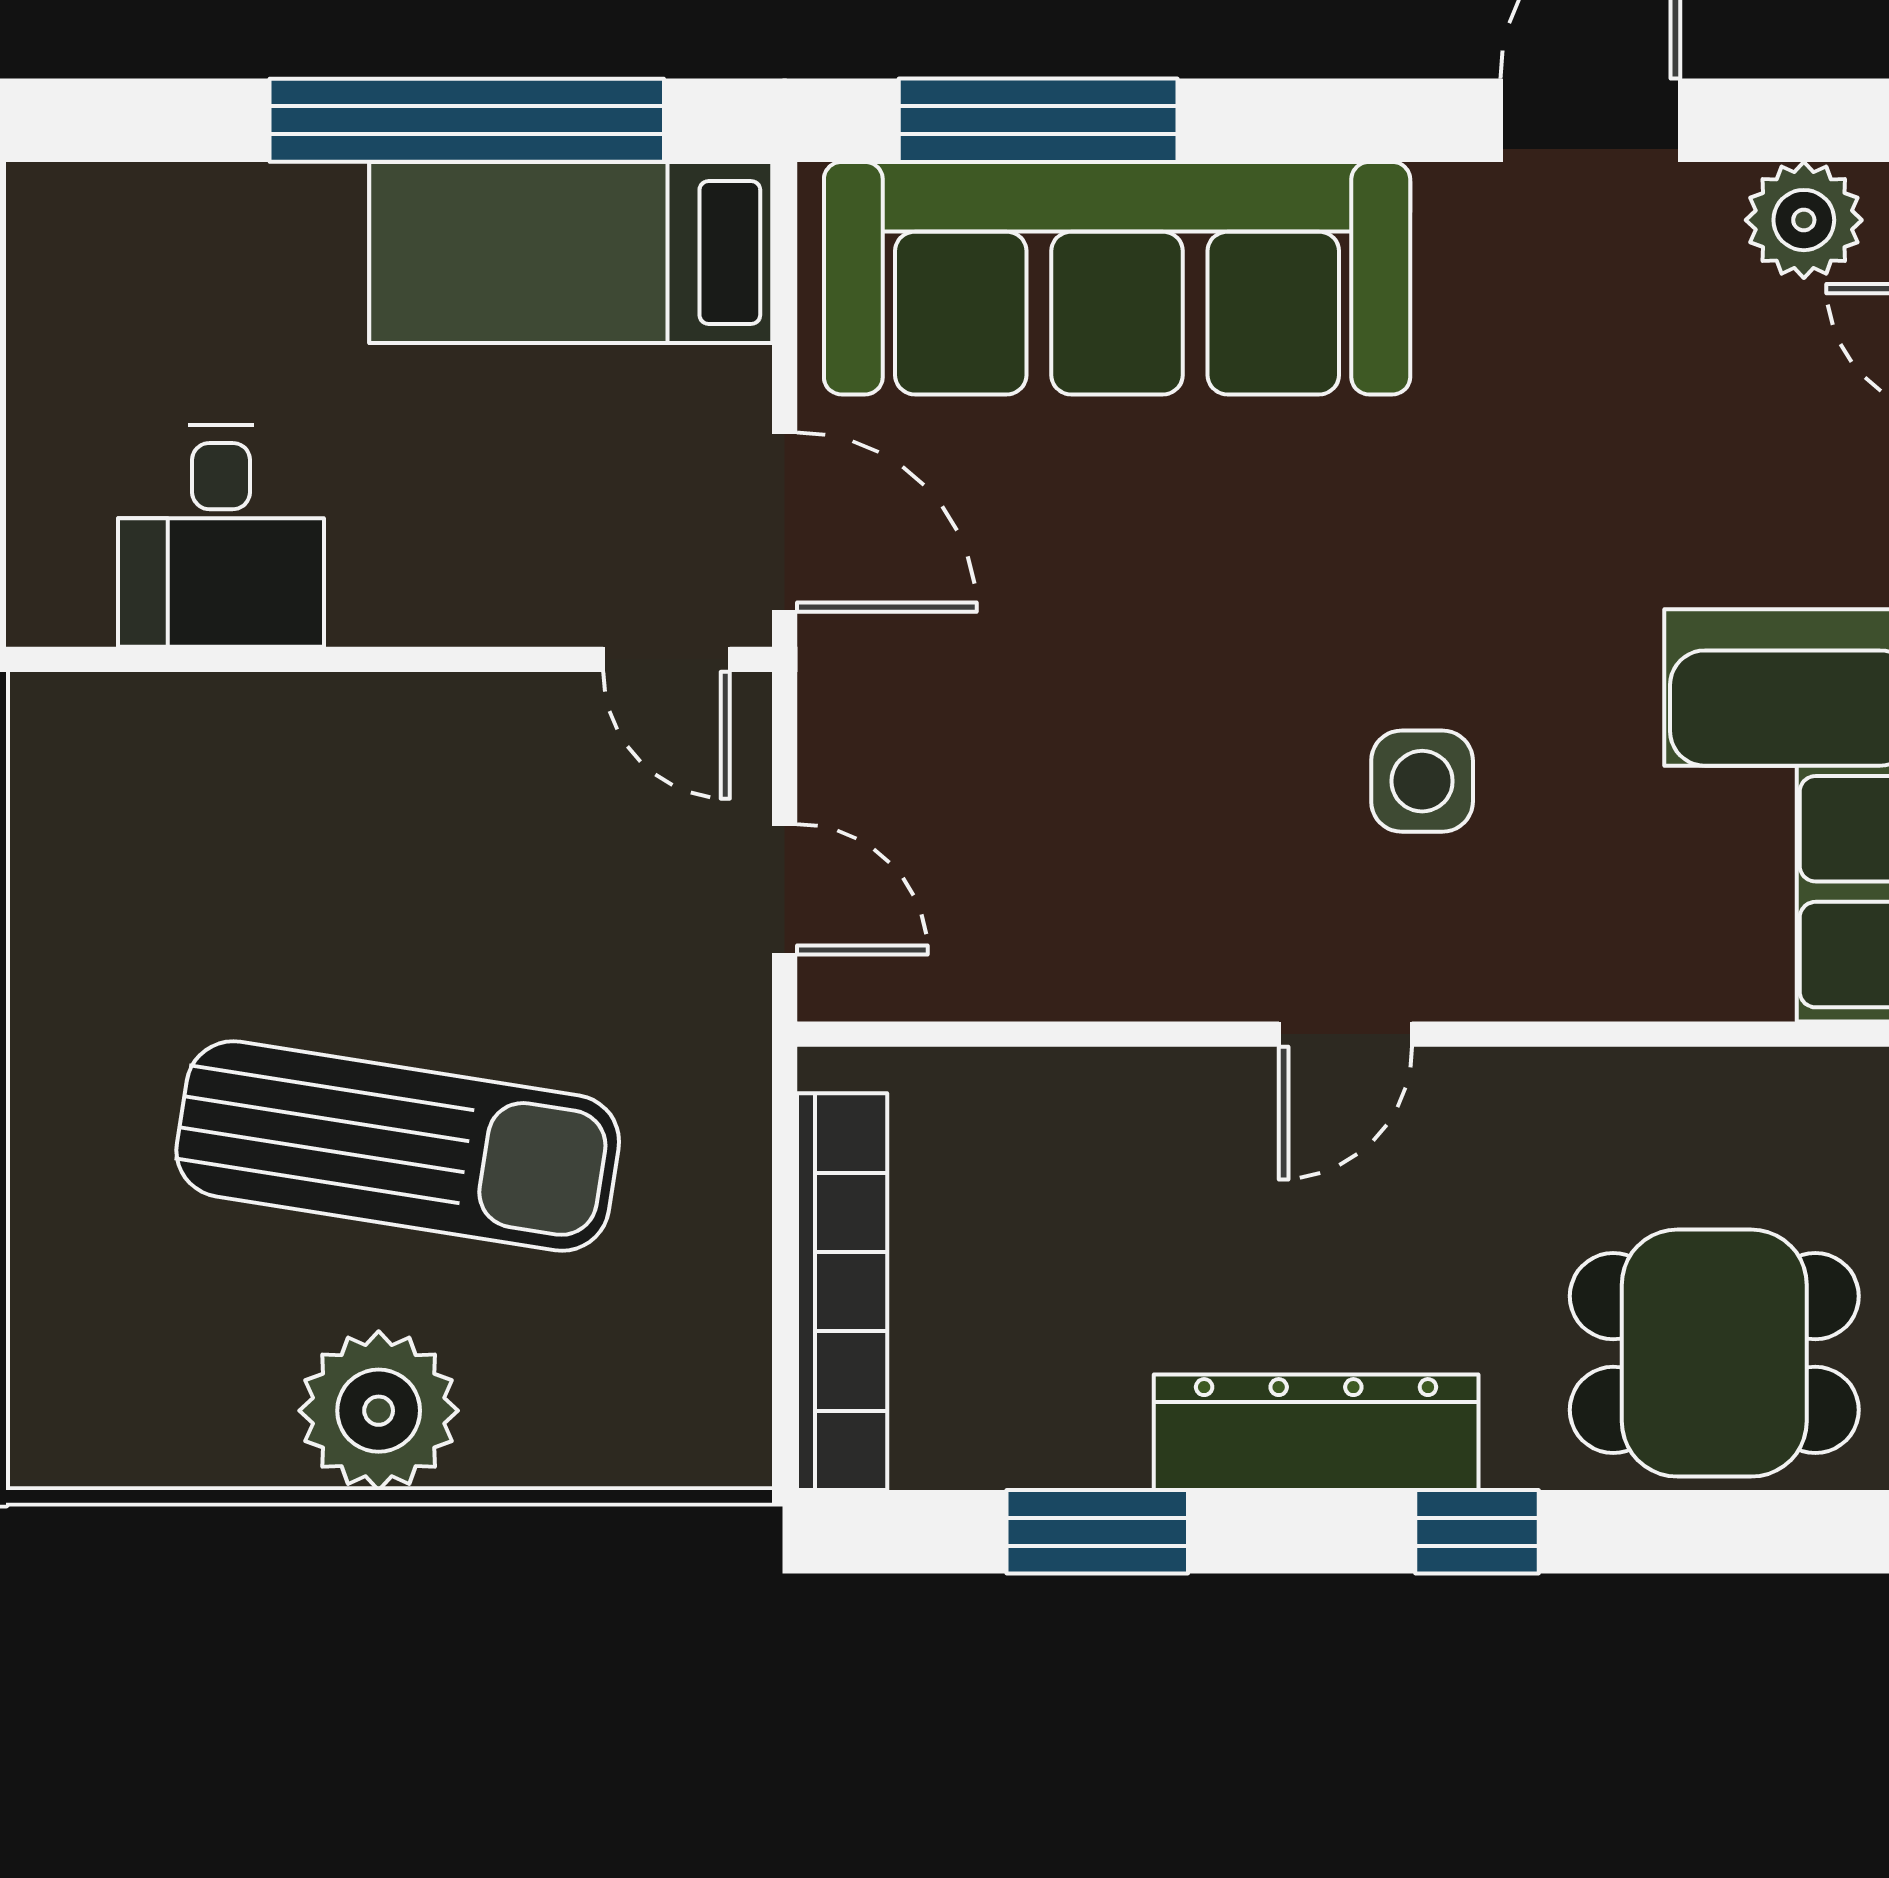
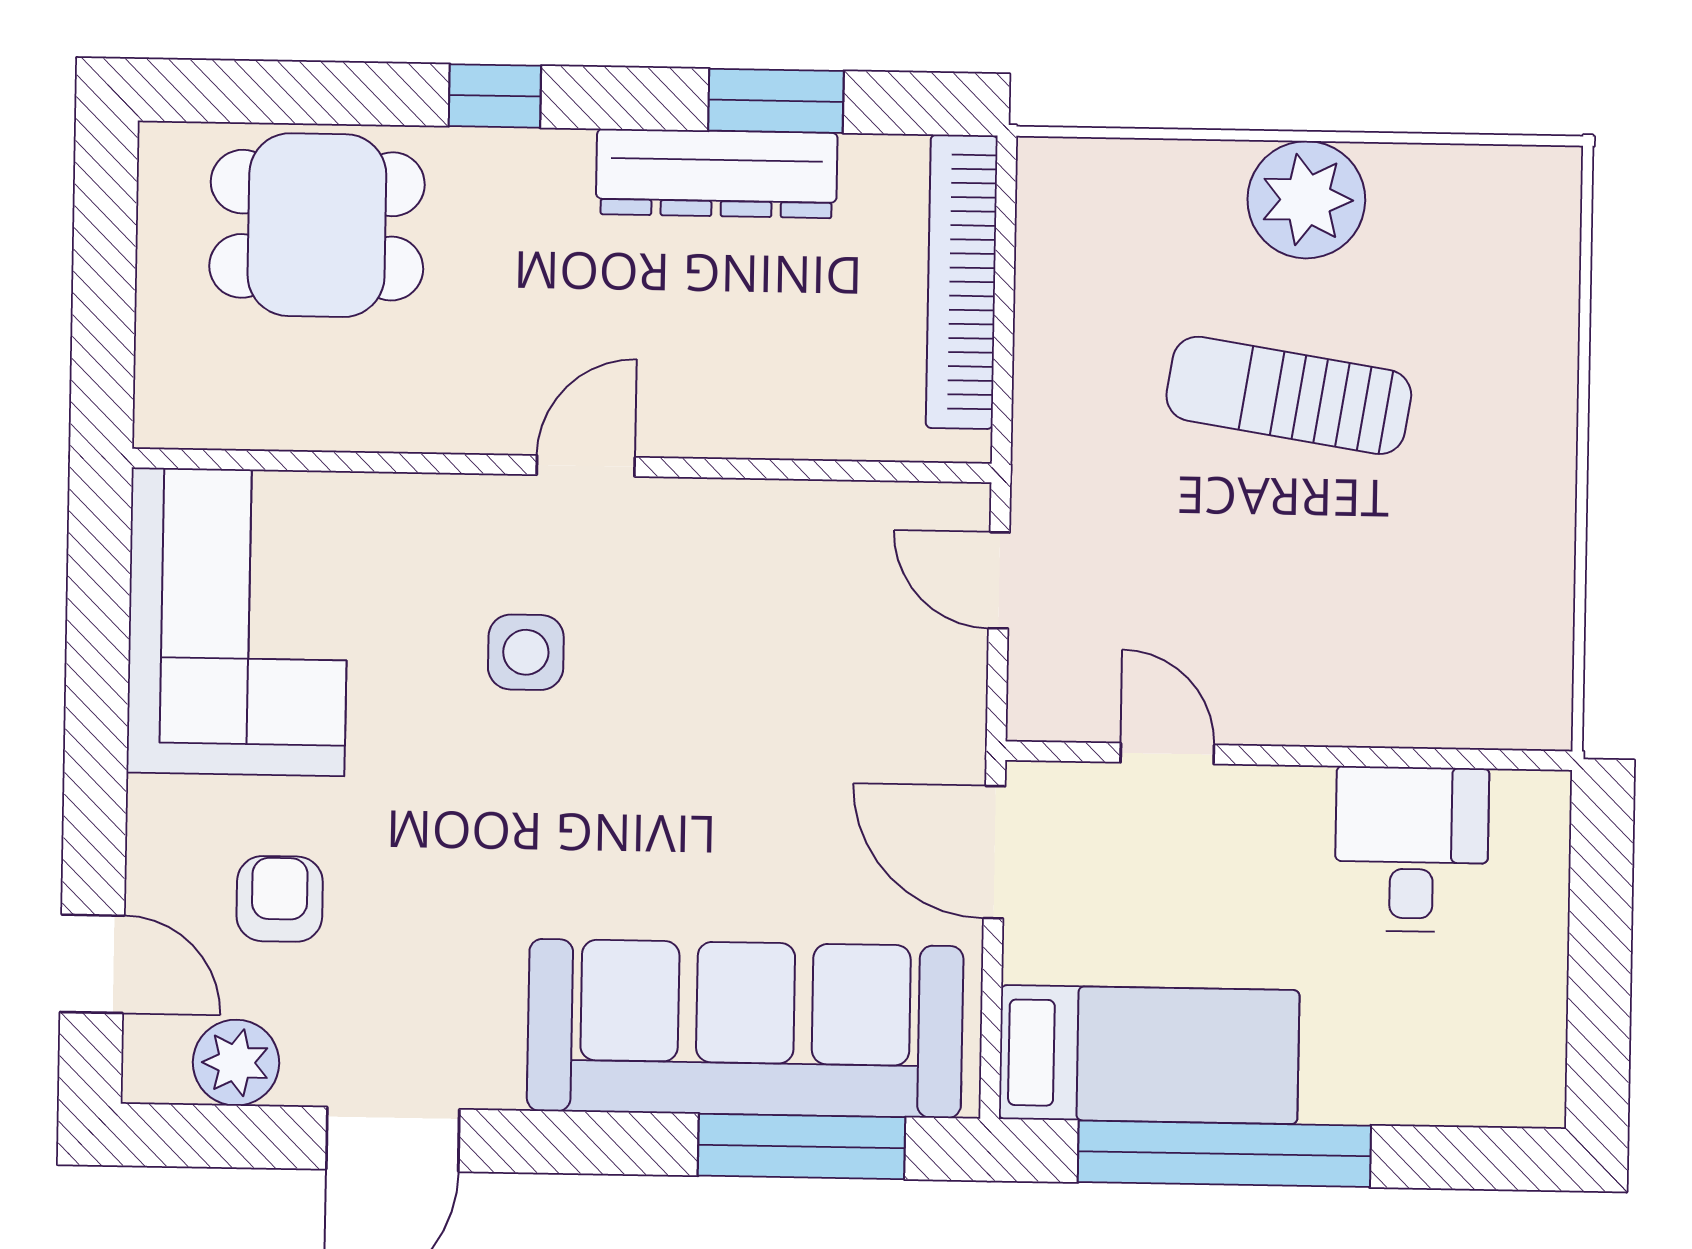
armchair: (1749, 442) -> (280, 899), added
door: (667, 659) -> (1167, 754), moved
sun lounger: (398, 1146) -> (1289, 395), width x0.73, depth x0.75
dresser: (1316, 1432) -> (717, 173), moved

